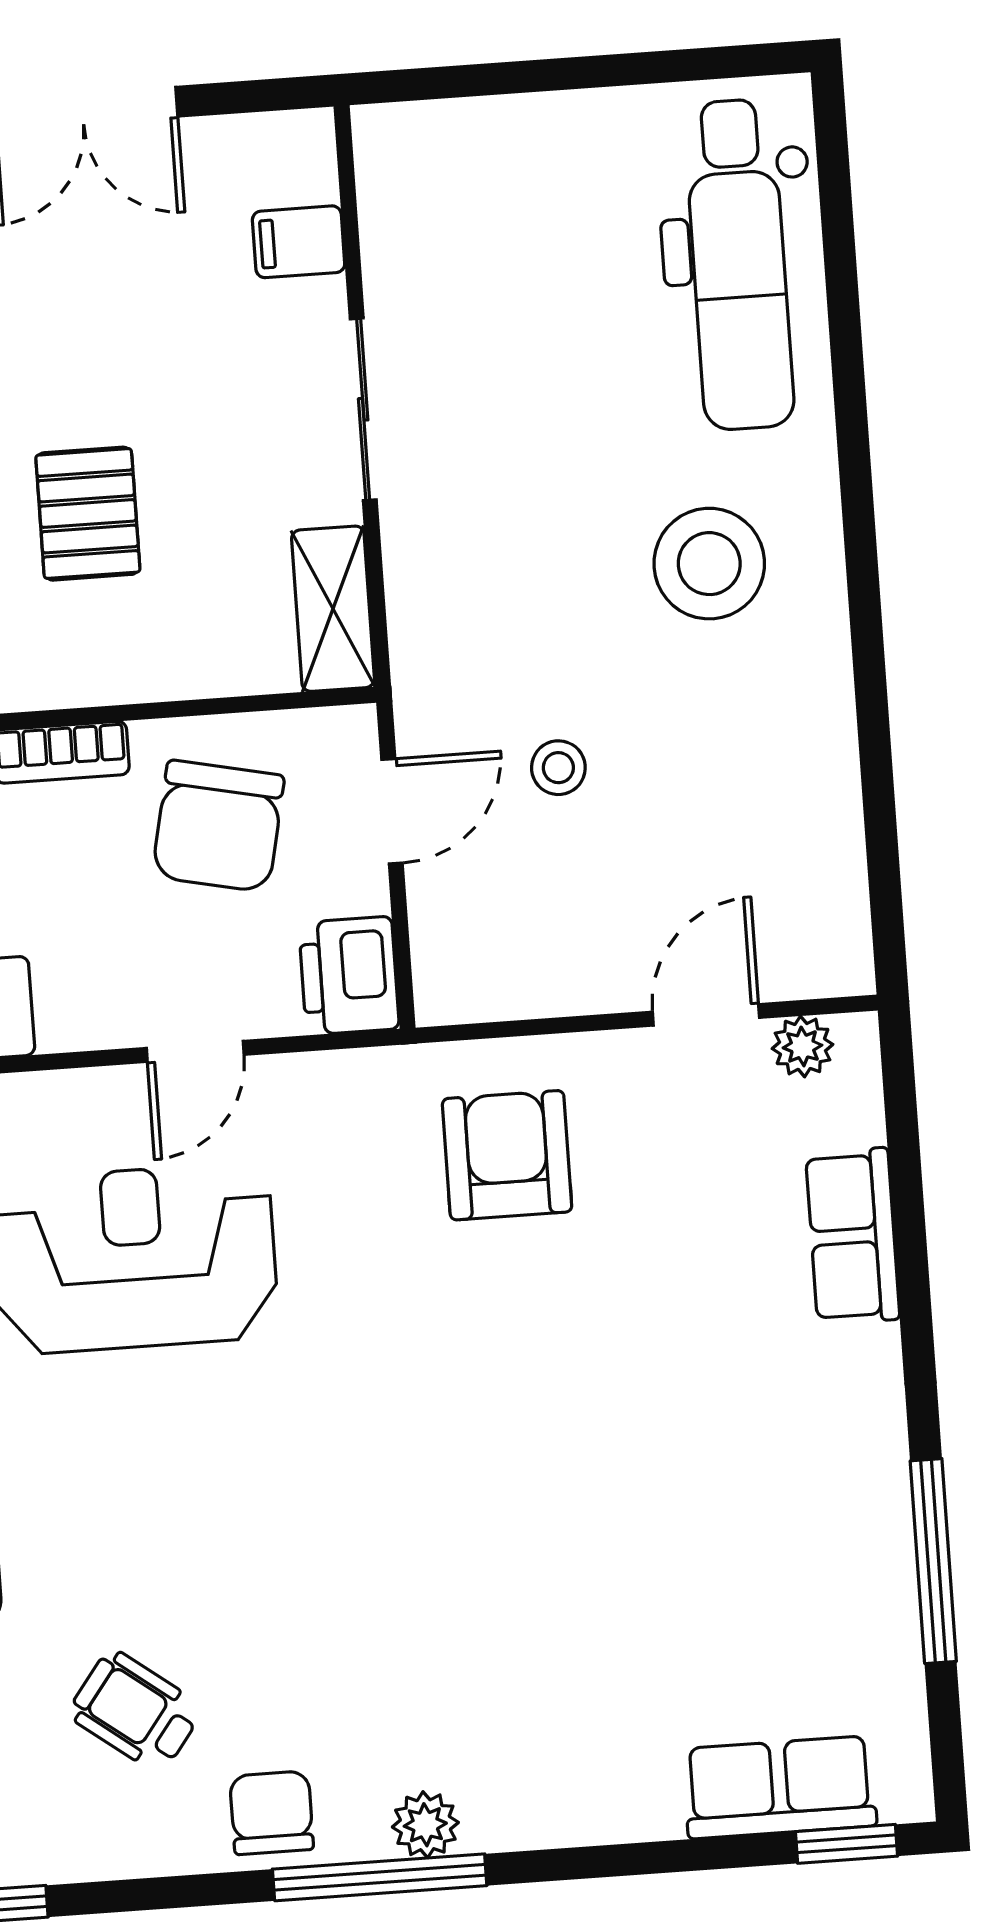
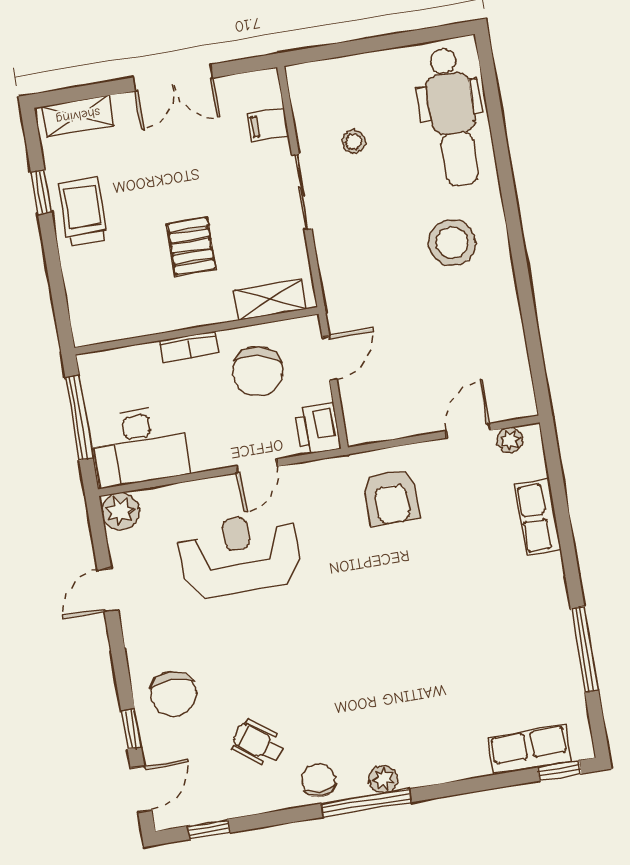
shelving: (333, 609) -> (270, 300), moved, turned 90
stool: (558, 768) -> (354, 142), moved
armchair: (507, 1155) -> (391, 497), turned 180

